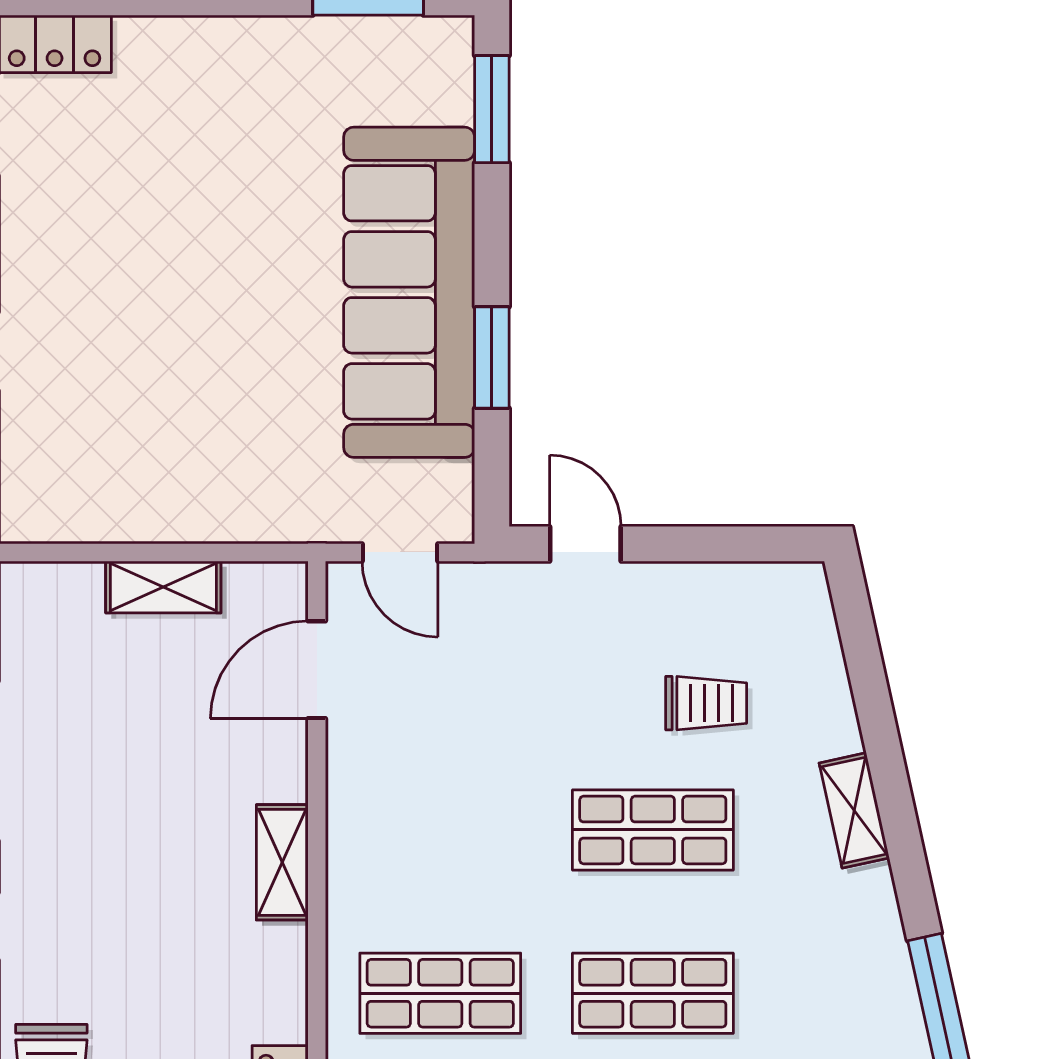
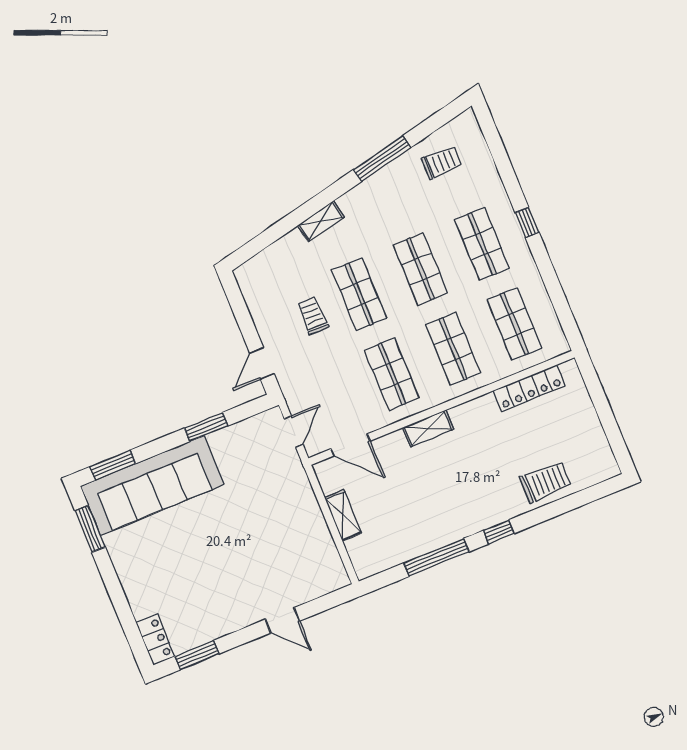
sofa: (409, 292) -> (152, 485), moved
trolley: (706, 703) -> (313, 316), moved
shop shelf: (440, 830) -> (392, 374), added

